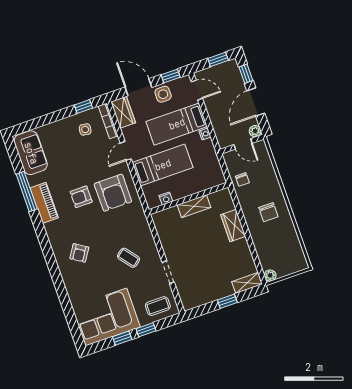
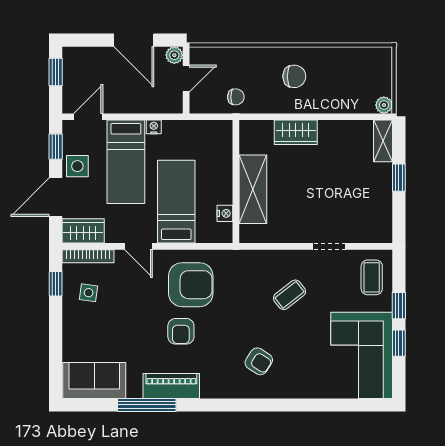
window: (246, 74) -> (89, 40), removed
shelving: (194, 206) -> (253, 189), width x1.50, depth x1.33

